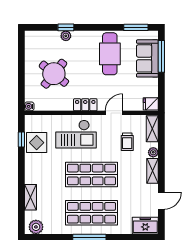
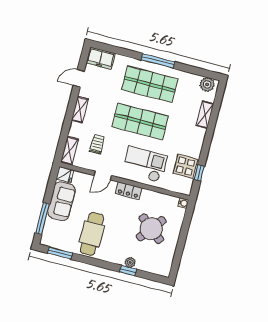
sofa: (147, 58) -> (62, 201), moved
plant: (153, 152) -> (75, 127), removed

